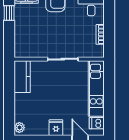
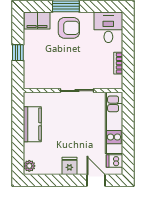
window: (9, 13) -> (18, 53), moved
kitchen counter: (22, 77) -> (32, 124), moved

